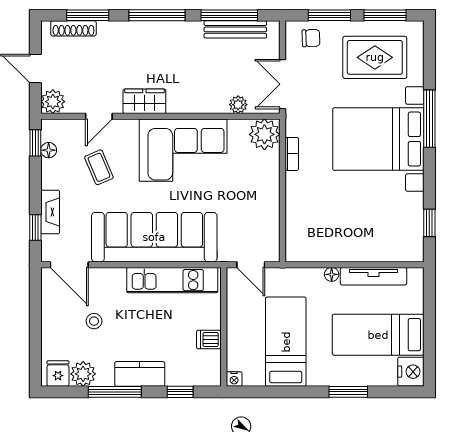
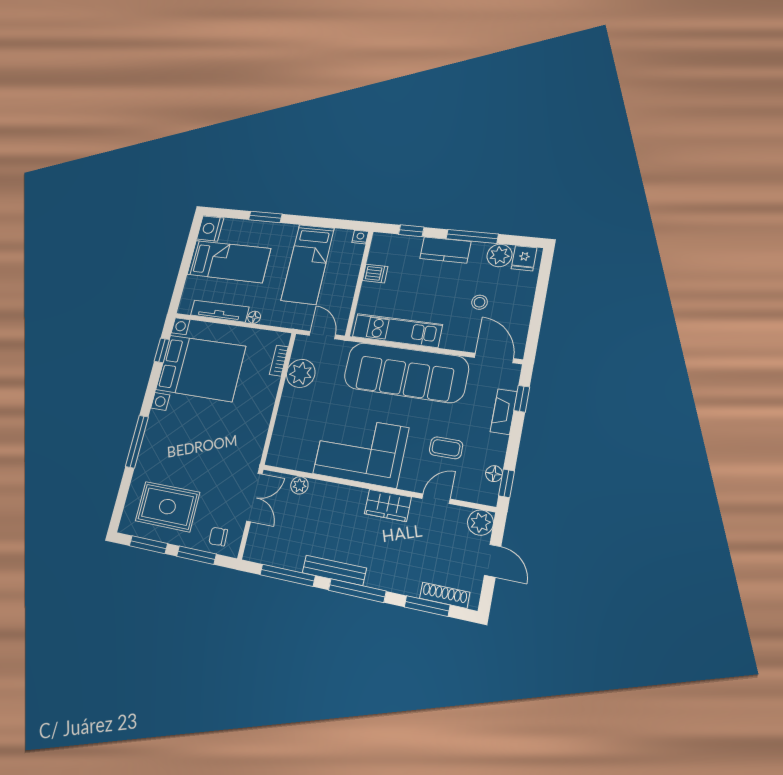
bench: (235, 29) -> (334, 570), moved
plant: (264, 134) -> (301, 373), moved
bed with nightstands: (378, 139) -> (200, 368), moved
bookcase: (292, 154) -> (279, 361), moved
coffee table: (99, 167) -> (446, 448), turned -67

